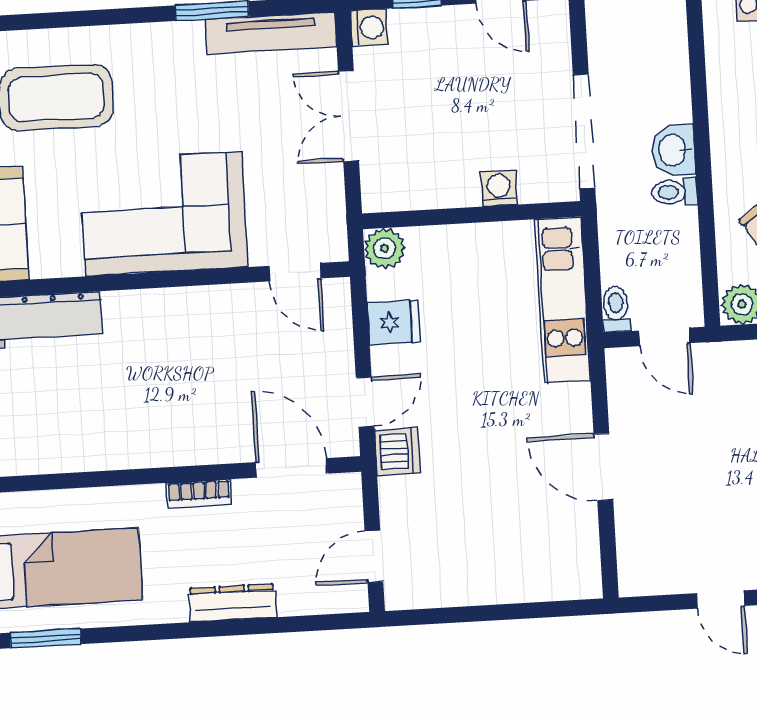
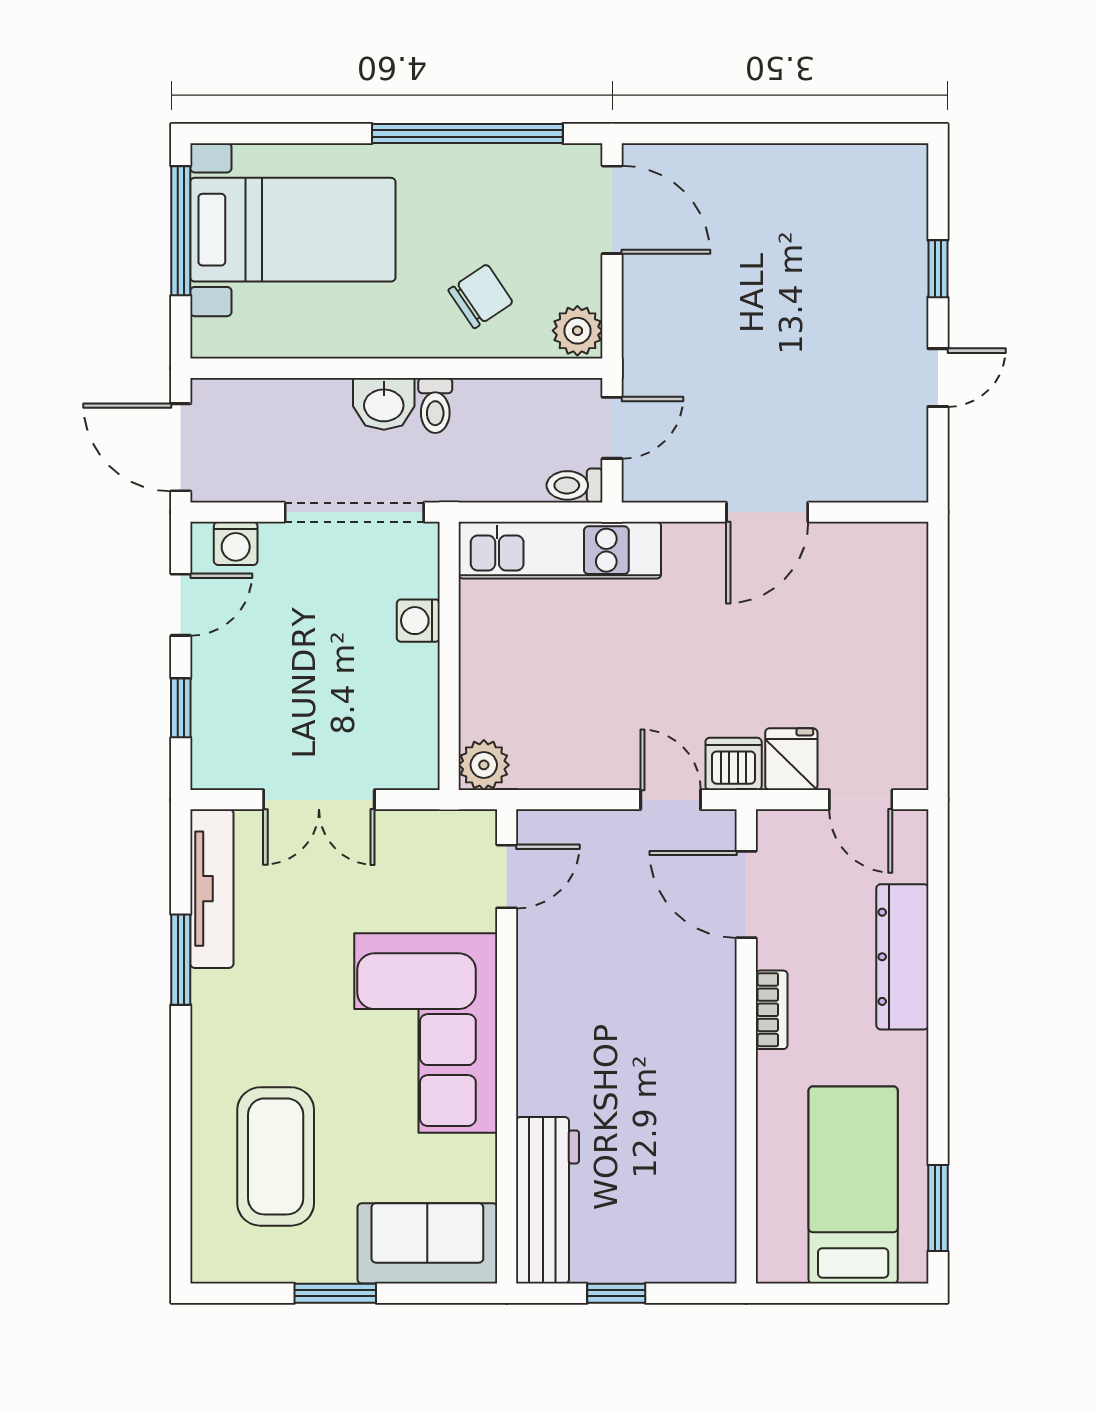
washing machine: (369, 28) -> (236, 543), moved, turned 180
fridge: (393, 322) -> (791, 759), moved
door: (291, 468) -> (746, 894), hinge flipped
dresser: (233, 603) -> (902, 957), width x1.37, depth x1.24

